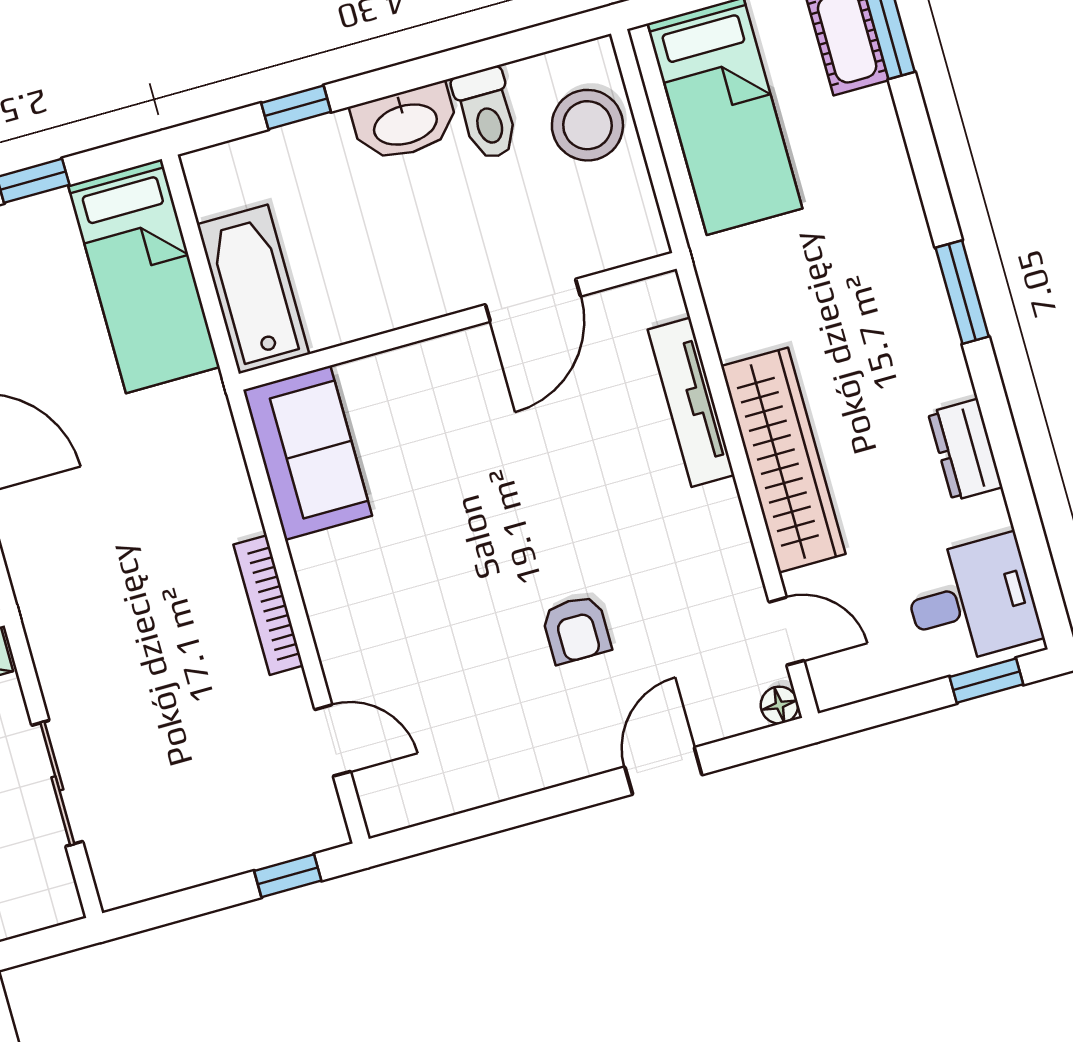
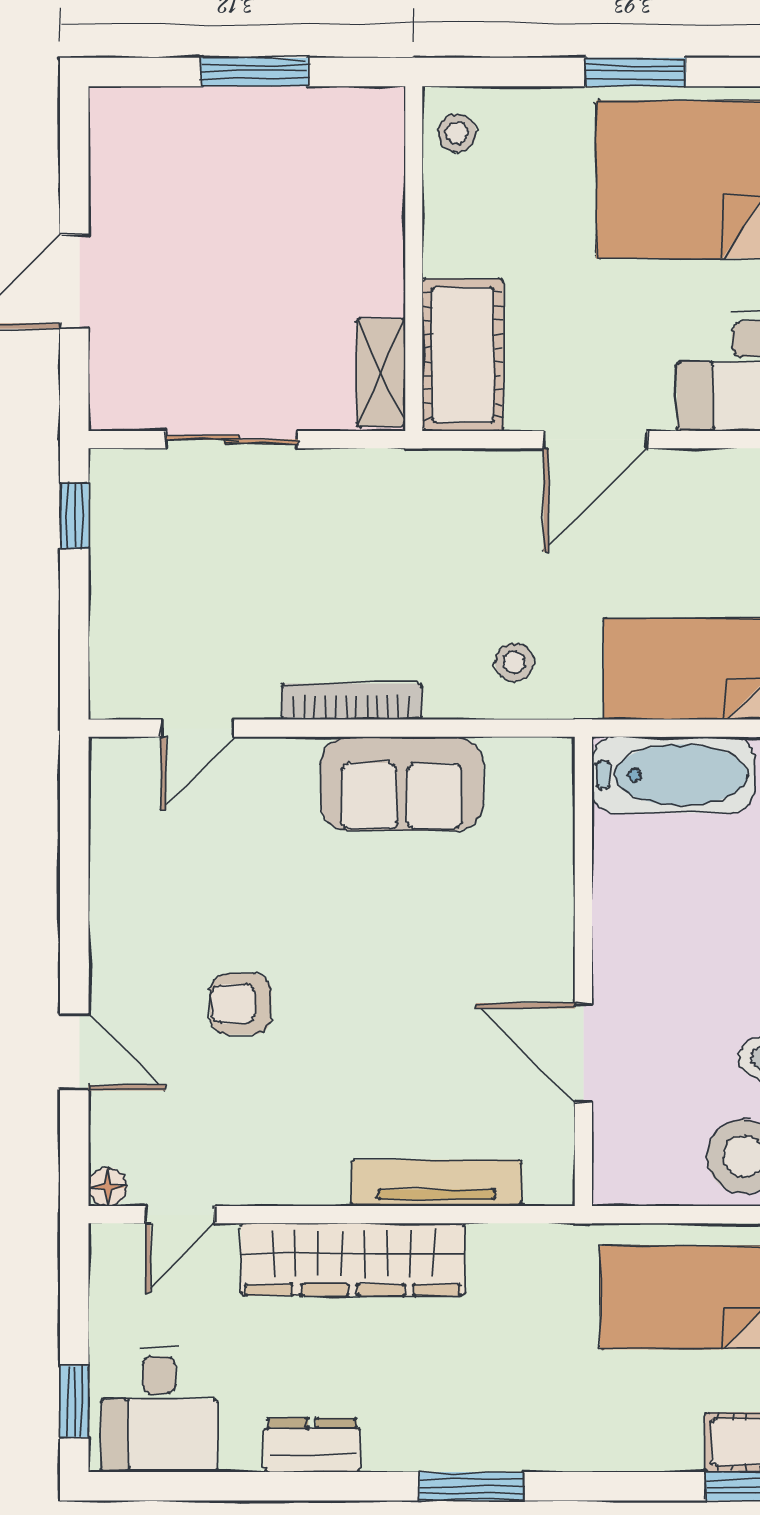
sofa: (308, 453) -> (402, 784), moved
stool: (190, 465) -> (514, 662), added
window: (288, 876) -> (74, 516), moved

